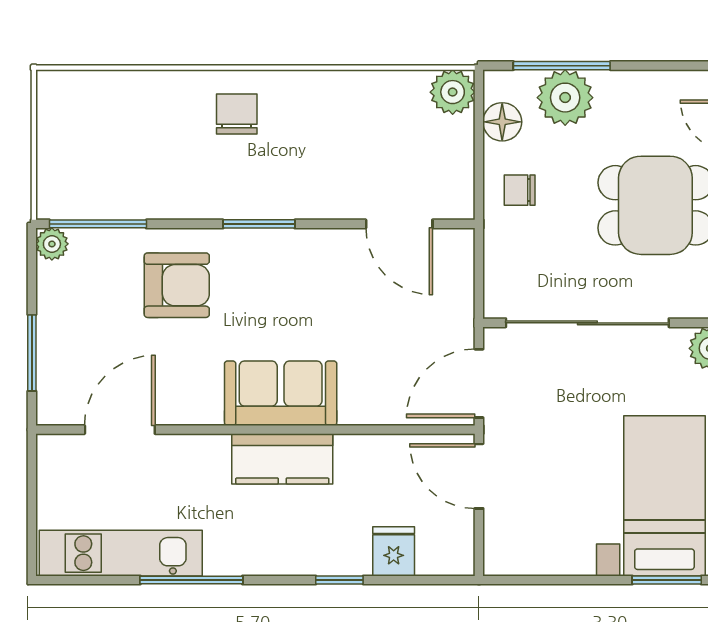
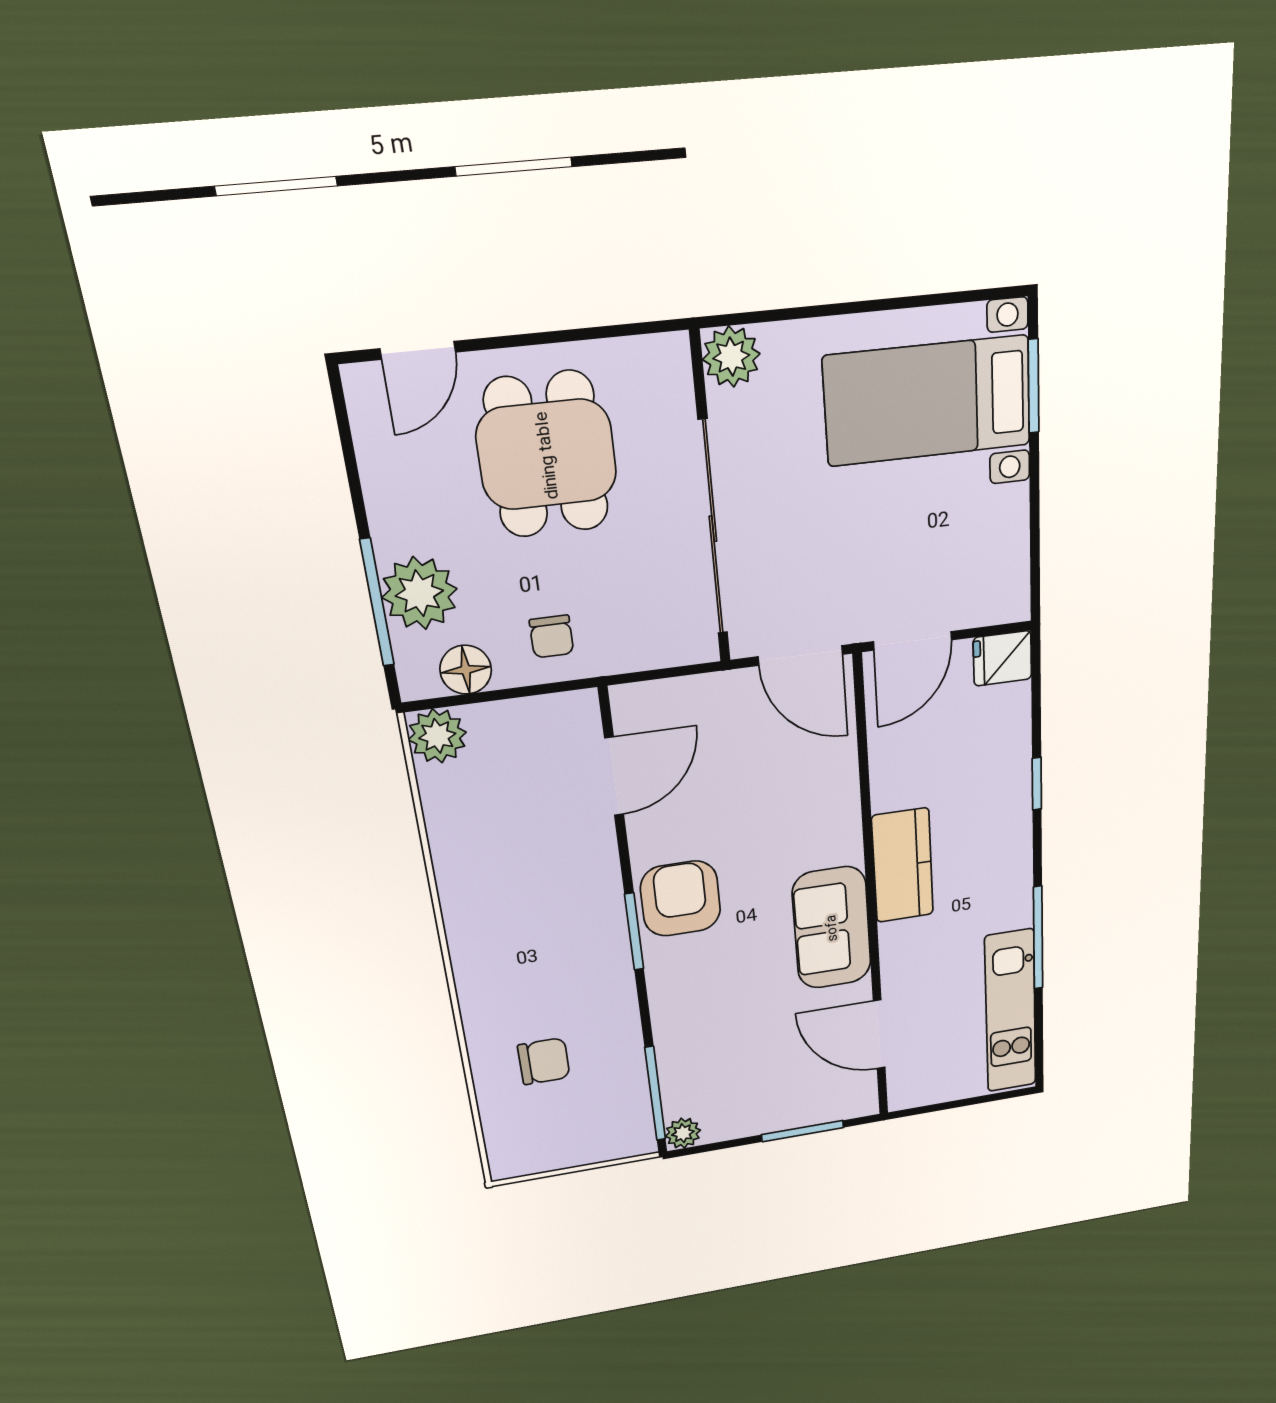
chair: (237, 114) -> (544, 1061), moved, turned 180
armchair: (177, 285) -> (681, 899), moved
sofa: (281, 393) -> (832, 928), moved
fridge: (394, 551) -> (1002, 658), moved

